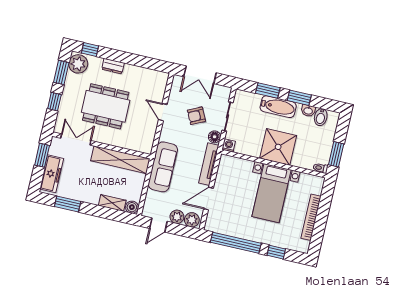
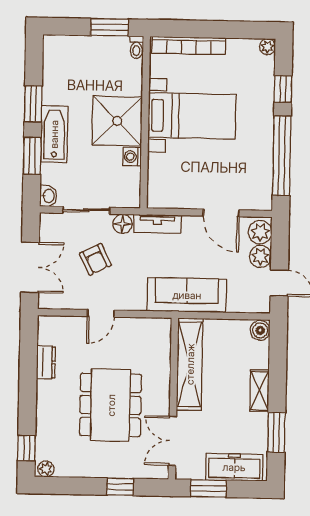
plant: (78, 64) -> (46, 469), width x0.53, depth x0.53
dresser: (113, 66) -> (46, 362), moved
window: (61, 72) -> (72, 486), removed
washbasin: (308, 111) -> (48, 196), moved
bidet: (321, 117) -> (56, 64), removed
washing machine: (229, 145) -> (132, 157), moved
tv unit: (209, 164) -> (158, 224), width x0.71
shelving: (112, 203) -> (259, 391), moved
bookcase: (311, 217) -> (189, 46), moved
plant: (304, 248) -> (267, 47), added

